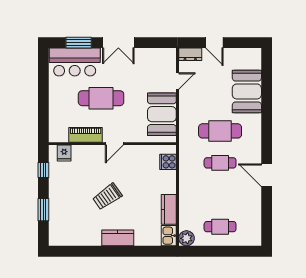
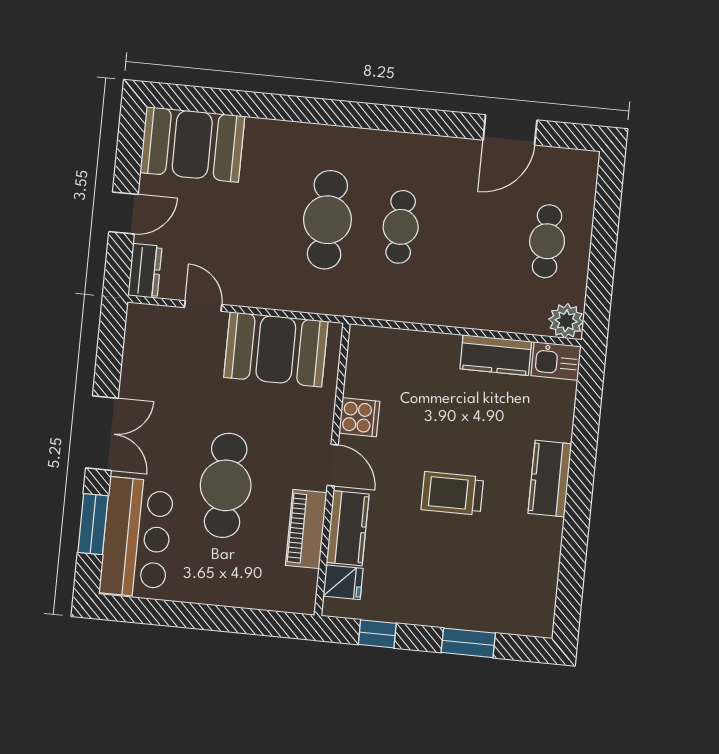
booth: (247, 91) -> (192, 144), moved
kitchen counter: (88, 153) -> (348, 528), added
cooker: (168, 162) -> (359, 417), moved, turned -90
door: (267, 175) -> (510, 130), moved
trolley: (107, 196) -> (452, 493), turned 125

